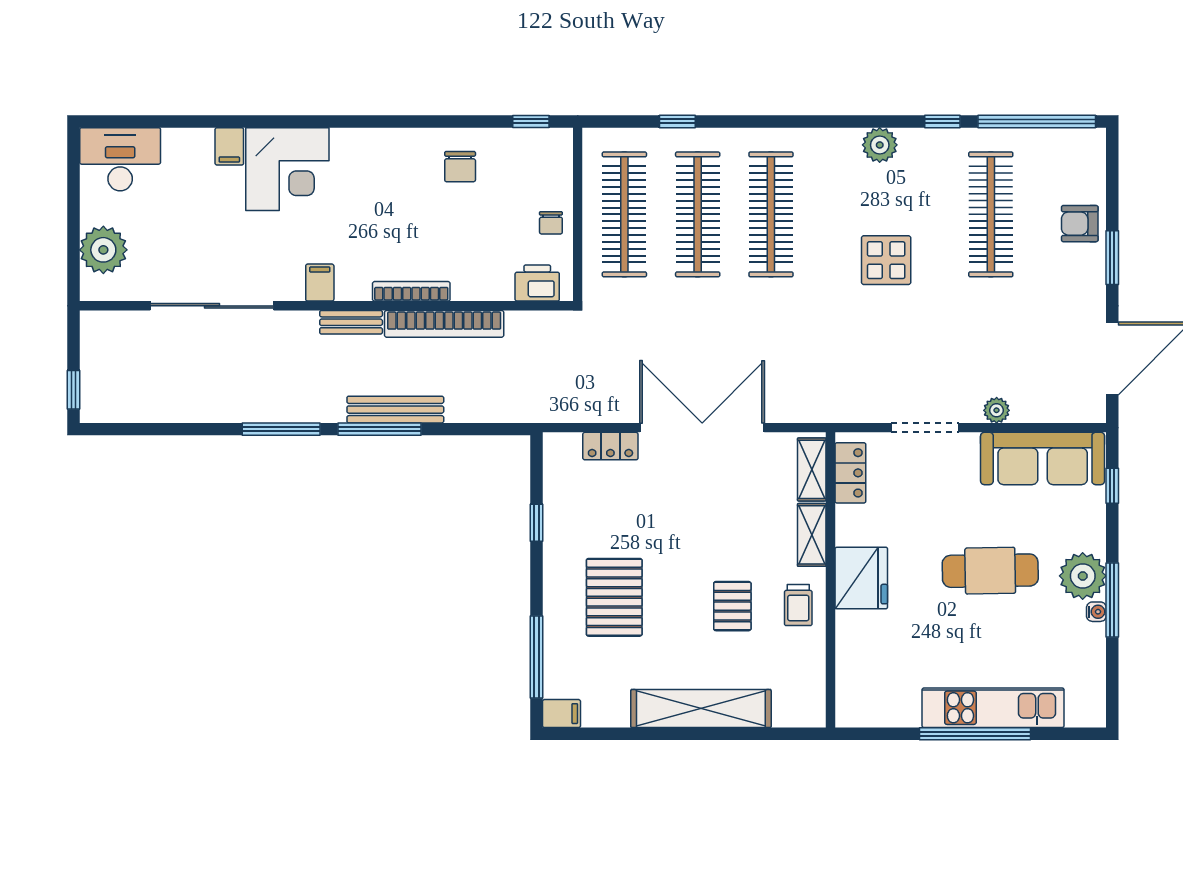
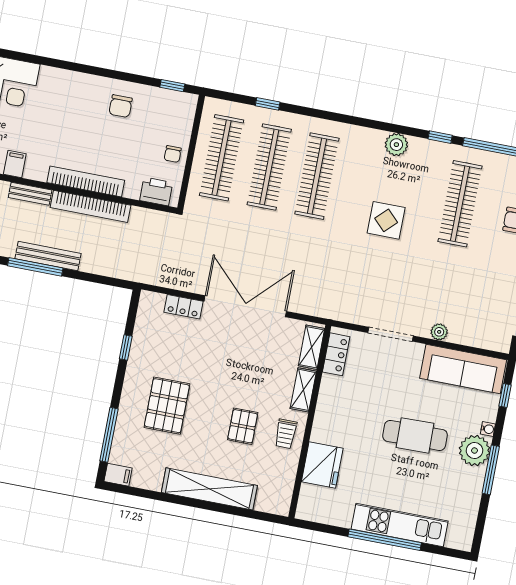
bookcase: (411, 291) -> (86, 181), width x1.48, depth x1.31
fridge: (861, 578) -> (322, 465), moved
water cooler: (1096, 612) -> (488, 429), moved

